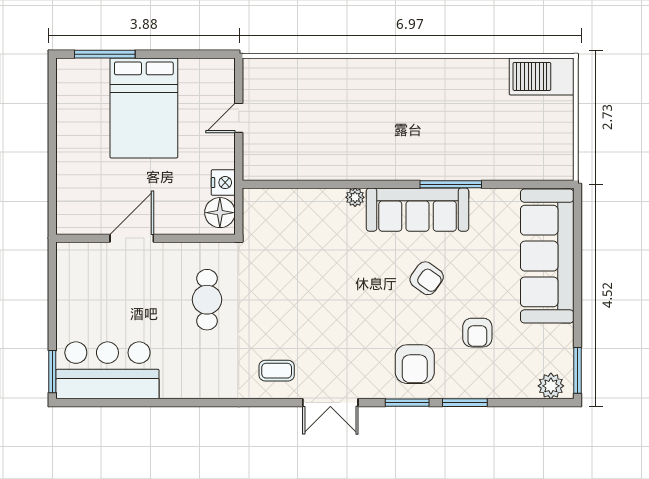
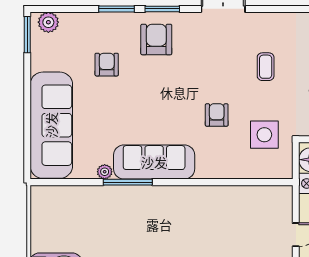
plant: (355, 197) -> (105, 172), moved
side table: (278, 244) -> (264, 135), added
armchair: (427, 278) -> (217, 115), moved, turned 54
coffee table: (277, 371) -> (266, 67), moved, turned 90

